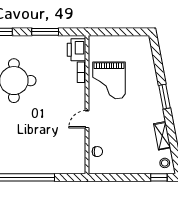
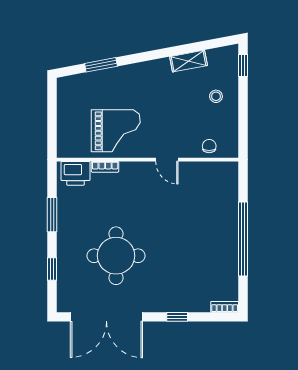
window: (164, 97) -> (101, 65), moved
stool: (165, 163) -> (216, 96), moved

